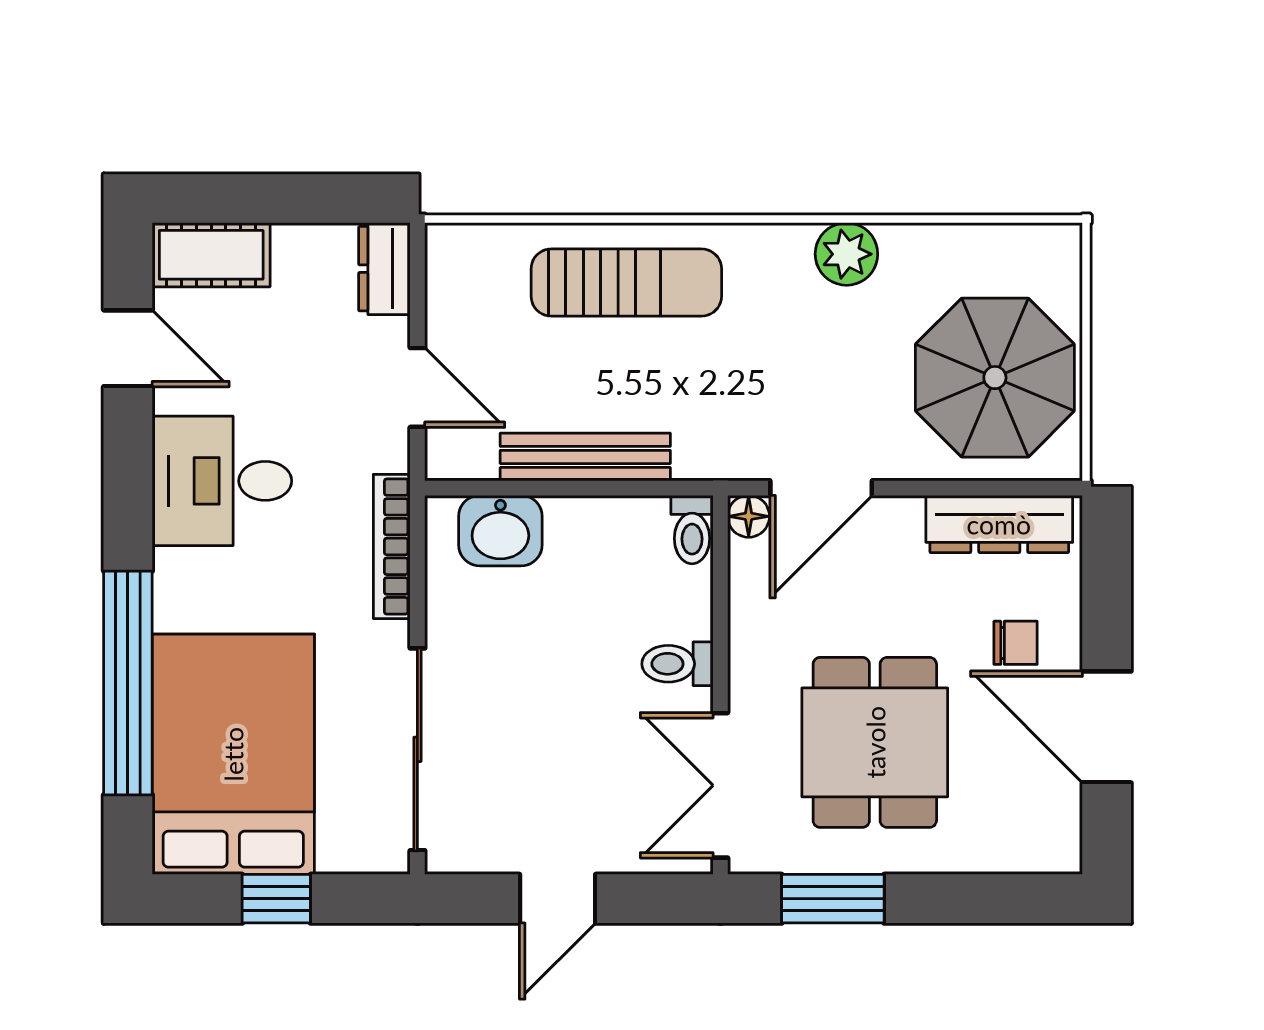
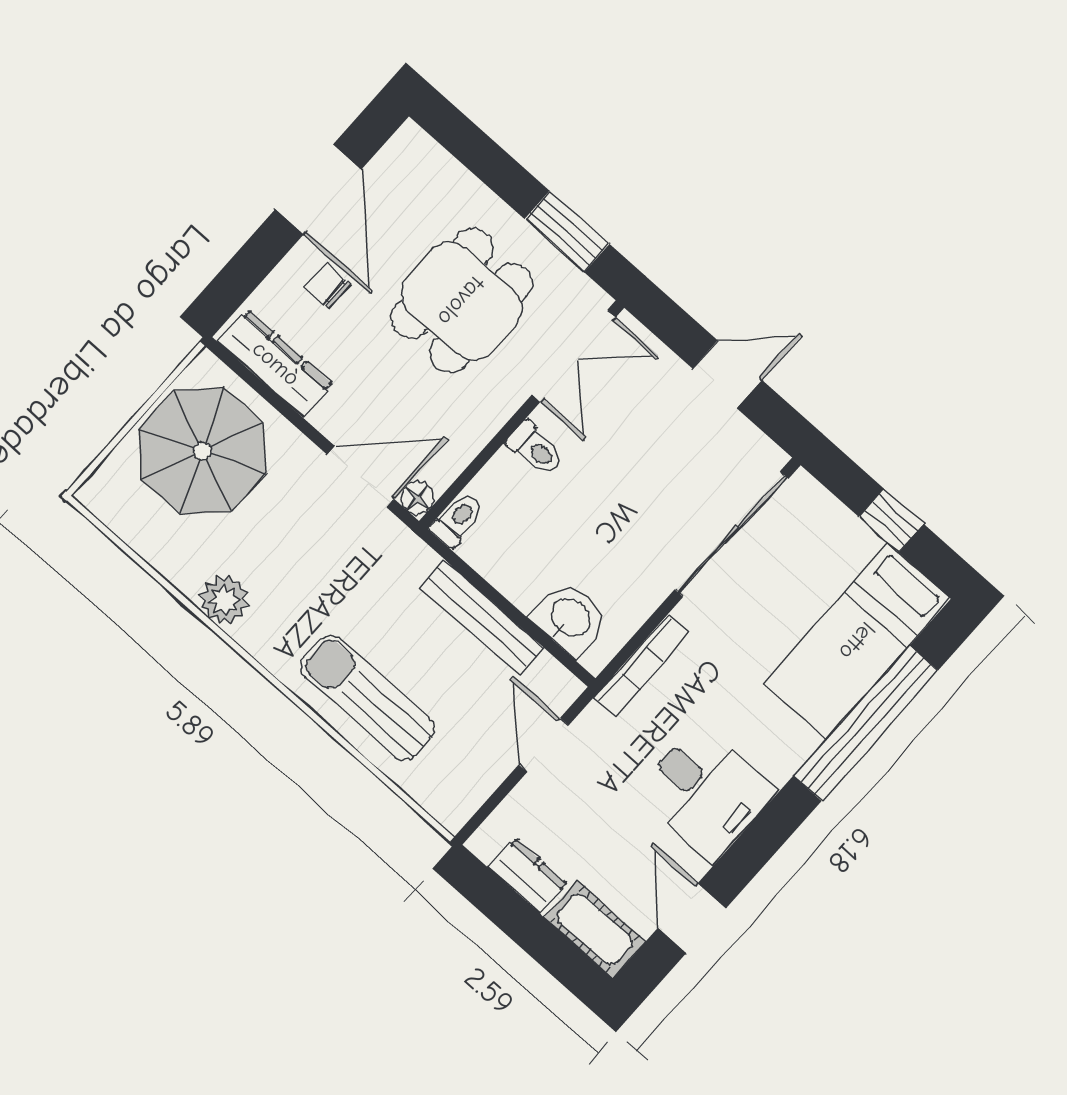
dresser: (384, 269) -> (528, 876), moved, turned -90
bed: (233, 754) -> (857, 641), width x0.67

